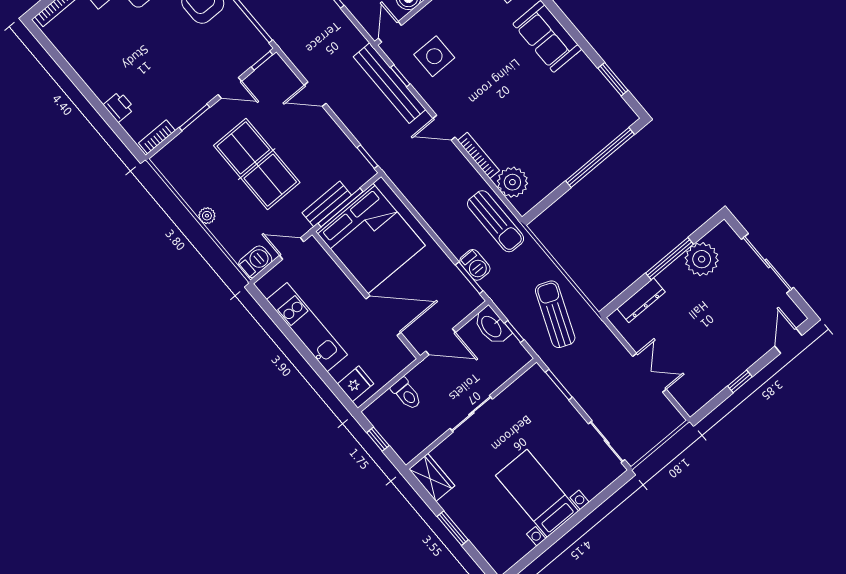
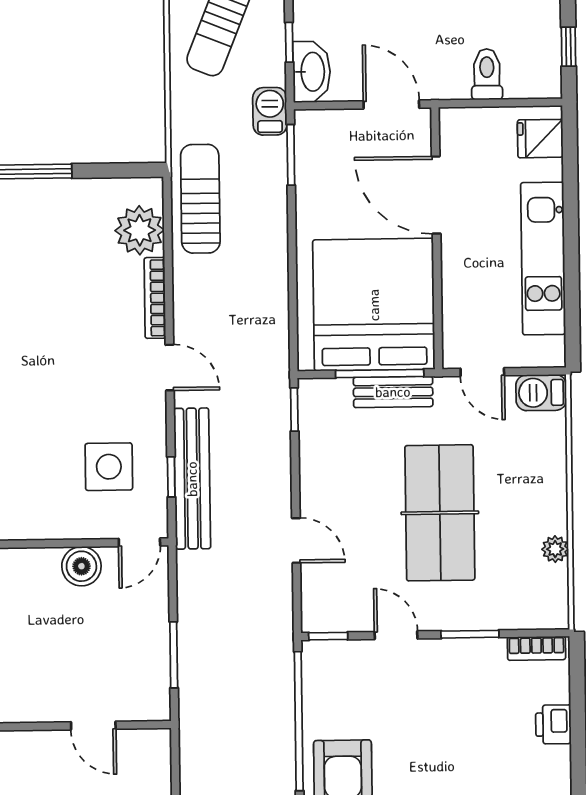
plant: (207, 216) -> (555, 549), moved
barbecue: (475, 265) -> (270, 111), moved

